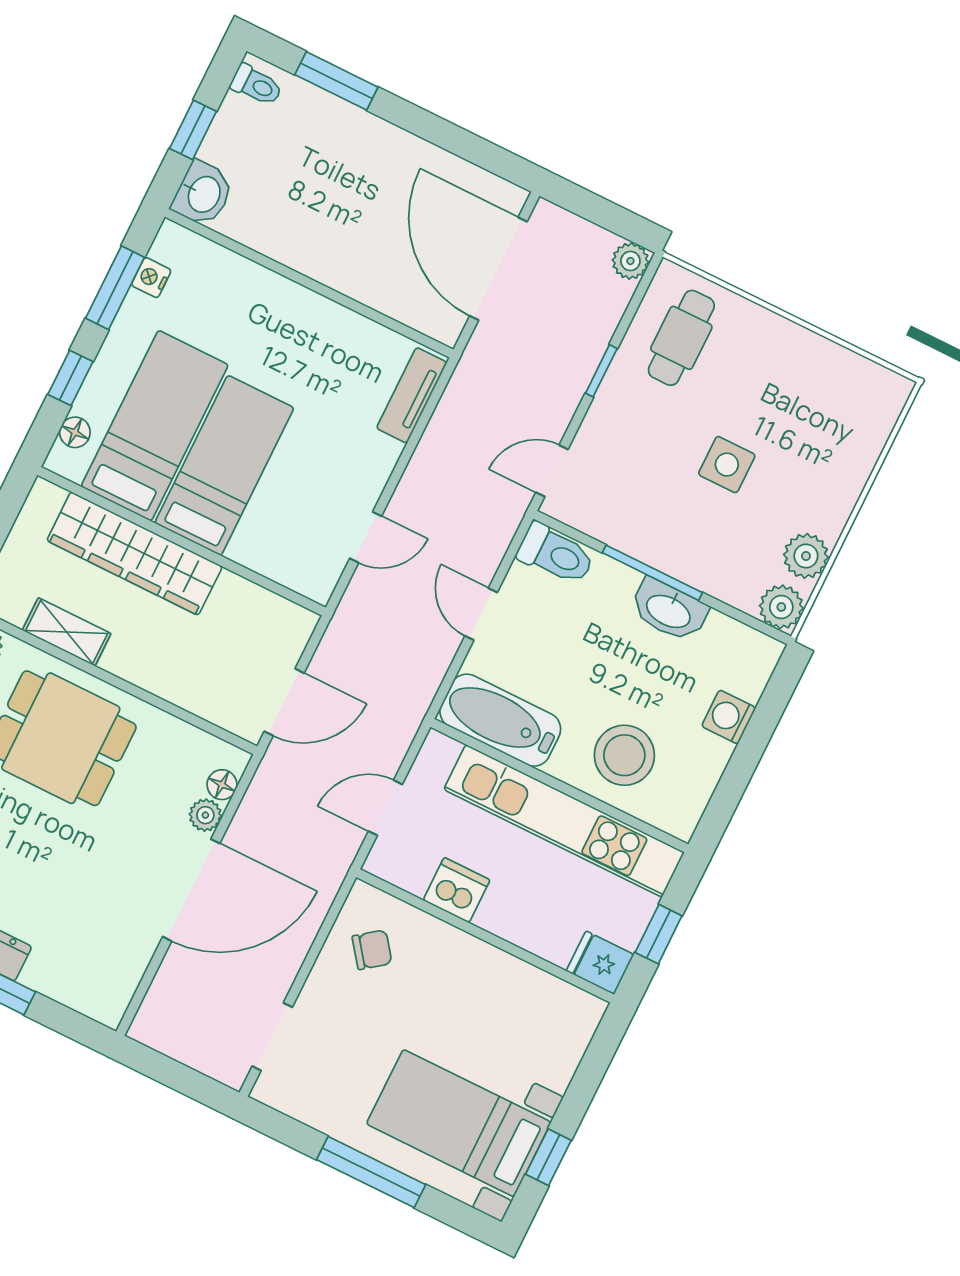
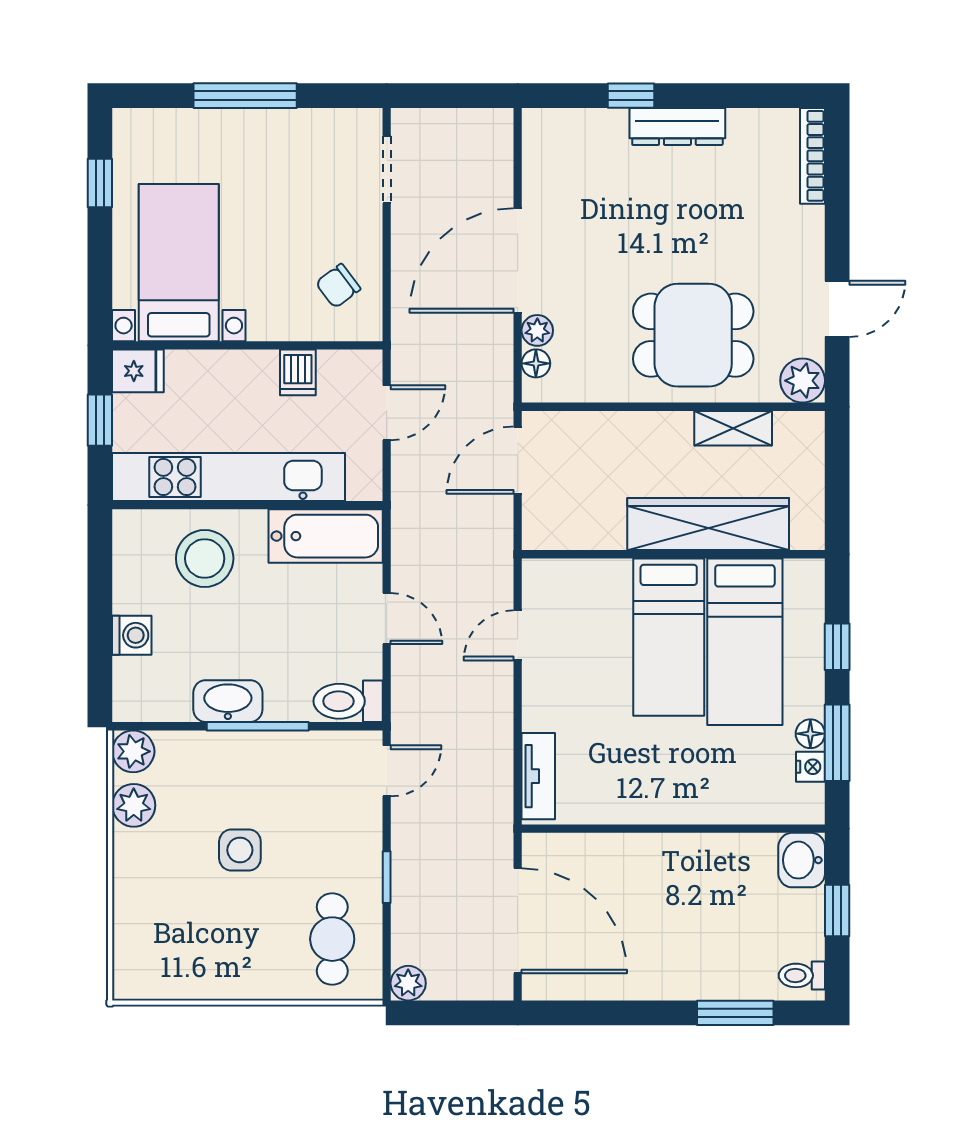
floor lamp: (75, 432) -> (810, 734), moved
dishwasher: (457, 890) -> (298, 372), width x0.73
bed with nightstands: (459, 1123) -> (179, 263), moved, turned -90

